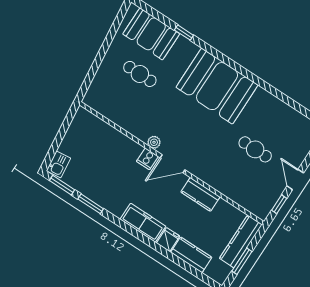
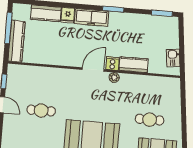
kitchen sink: (58, 164) -> (173, 58), moved
kitchen counter: (200, 194) -> (134, 65), moved
window: (91, 204) -> (113, 9), moved
window: (242, 261) -> (8, 28), width x1.44

